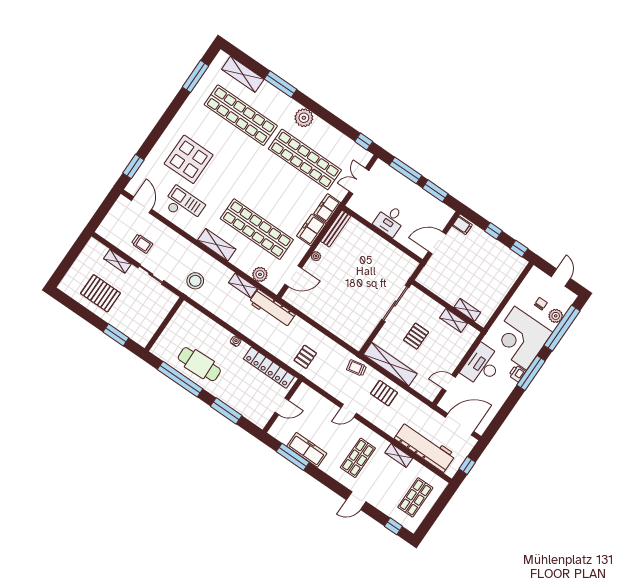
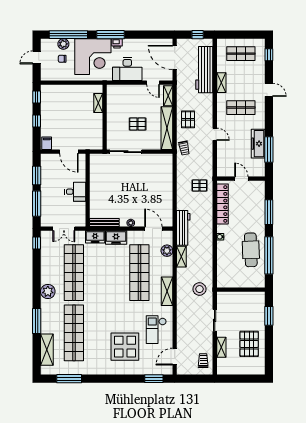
trolley: (142, 244) -> (203, 361), moved
shelving: (454, 321) -> (168, 96), moved

